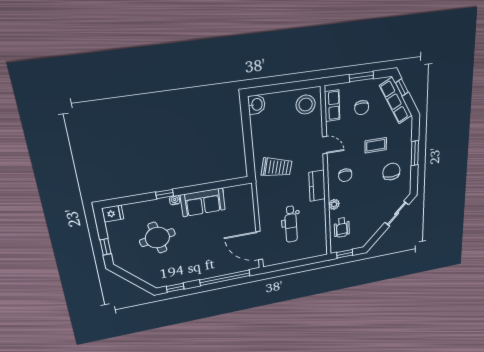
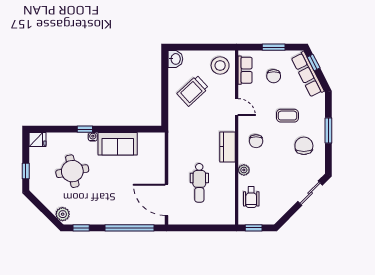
trolley: (277, 167) -> (193, 91), moved, turned 124
plant: (154, 279) -> (63, 214), added

